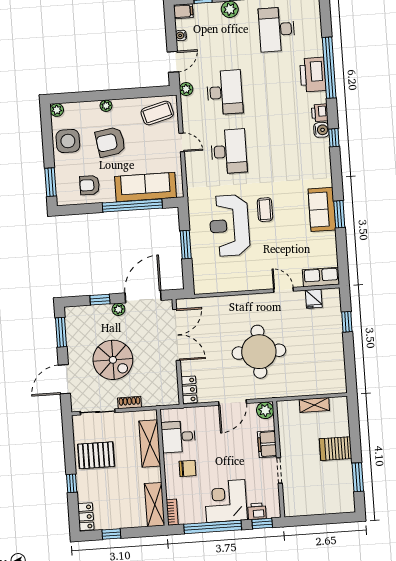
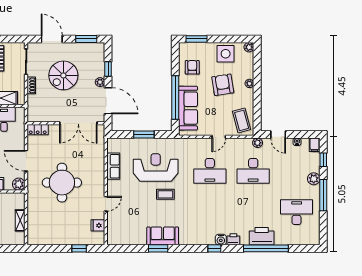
row of seats: (321, 277) -> (113, 166), moved

